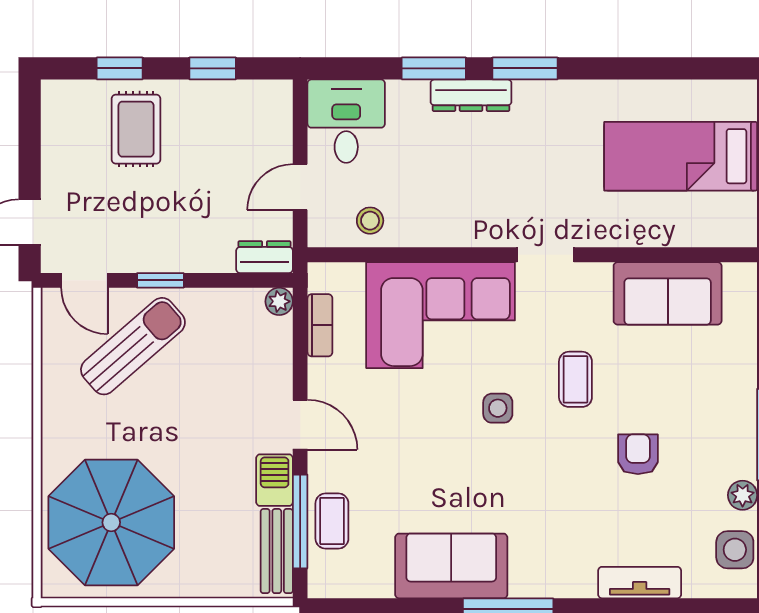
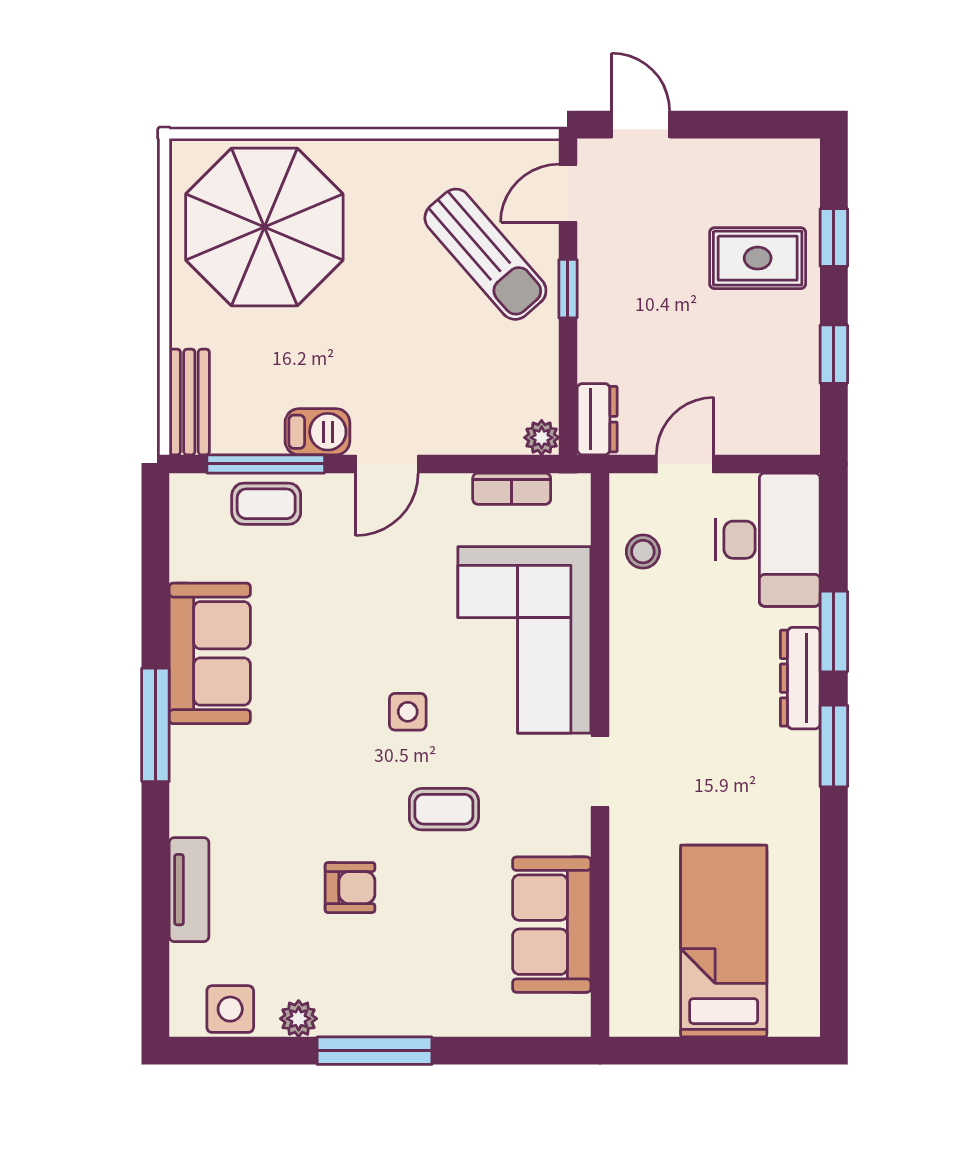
desk: (346, 121) -> (768, 540), width x1.37
door: (300, 187) -> (685, 464), hinge flipped
bench: (277, 551) -> (189, 402), moved, turned 90

